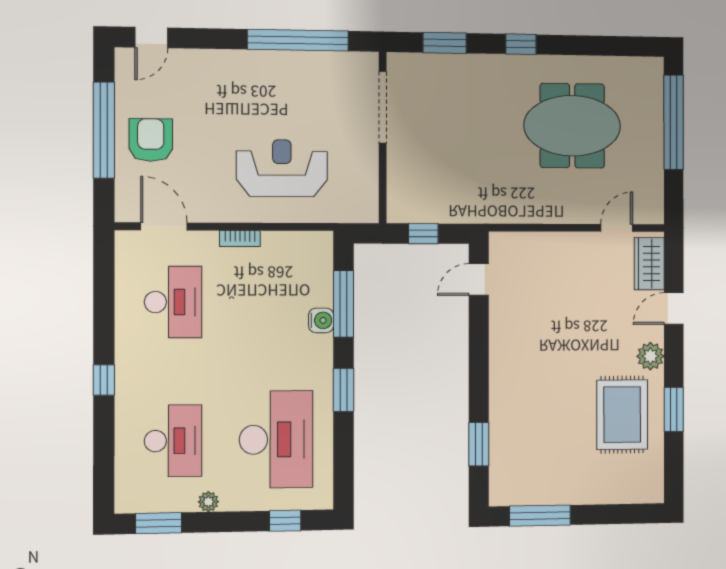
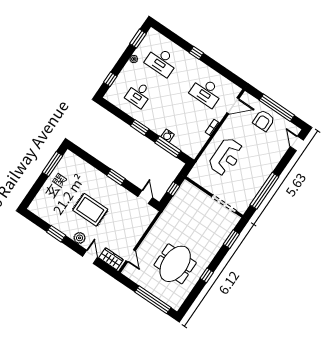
window: (521, 44) -> (207, 275), moved
armchair: (151, 140) -> (264, 121), turned 90
rug: (622, 415) -> (90, 210), moved
desk: (276, 439) -> (139, 95), width x0.53, depth x0.77
window: (479, 444) -> (116, 177), moved

